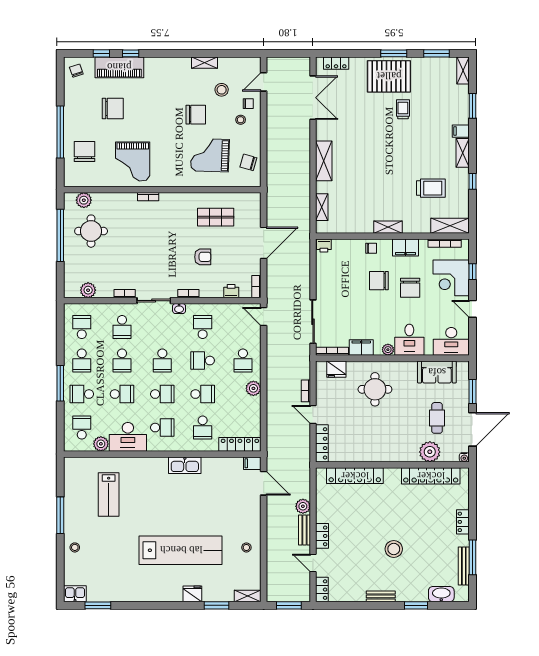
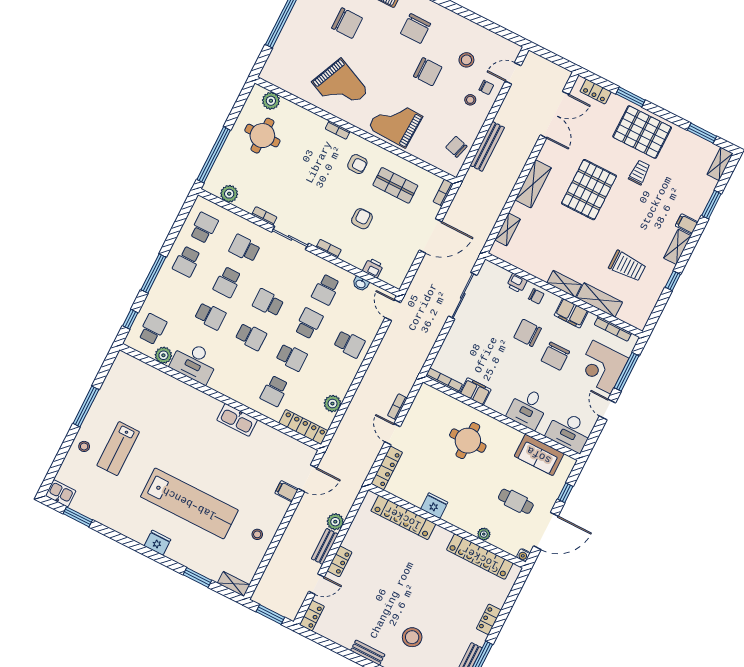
window: (394, 53) -> (631, 97), moved
shelving: (204, 63) -> (463, 24), removed
pallet: (370, 143) -> (589, 190), added
bench: (273, 150) -> (487, 146), added
chair: (85, 152) -> (416, 29), moved, turned 180
grand piano: (210, 155) -> (395, 122), moved
grand piano: (133, 162) -> (340, 87), turned -66
armchair: (177, 215) -> (357, 164), added
shelving: (450, 226) -> (599, 300), moved
window: (60, 235) -> (214, 155), moved
printer: (324, 246) -> (517, 283), moved
armchair: (203, 257) -> (362, 219), turned -90
window: (473, 272) -> (627, 372), width x2.17
bookcase: (256, 287) -> (443, 193), moved
washbasin: (179, 309) -> (361, 284), moved
sliding door: (313, 322) -> (463, 296), moved
school desk: (122, 327) -> (245, 248), turned 90
school desk: (203, 327) -> (326, 290), turned 180
plant: (388, 350) -> (501, 407), removed
school desk: (162, 361) -> (268, 303), turned 90
school desk: (203, 361) -> (309, 323), turned 90
school desk: (243, 361) -> (349, 344), turned -90
fridge: (336, 369) -> (434, 506), moved, turned 180
plant: (253, 388) -> (332, 404), moved
window: (473, 392) -> (565, 493), width x0.67
school desk: (82, 394) -> (170, 295), removed
cafe table: (437, 418) -> (516, 501), turned 90
school desk: (162, 428) -> (234, 370), removed
window: (60, 429) -> (130, 319), added
plant: (430, 452) -> (484, 534), width x0.53, depth x0.53
filing cabinet: (252, 463) -> (287, 491), moved
door: (264, 483) -> (308, 478), hinge flipped
lab bench: (109, 494) -> (118, 449), moved
stool: (394, 549) -> (412, 637), moved
door: (313, 563) -> (316, 584), swing flipped
fridge: (192, 594) -> (157, 543), moved

